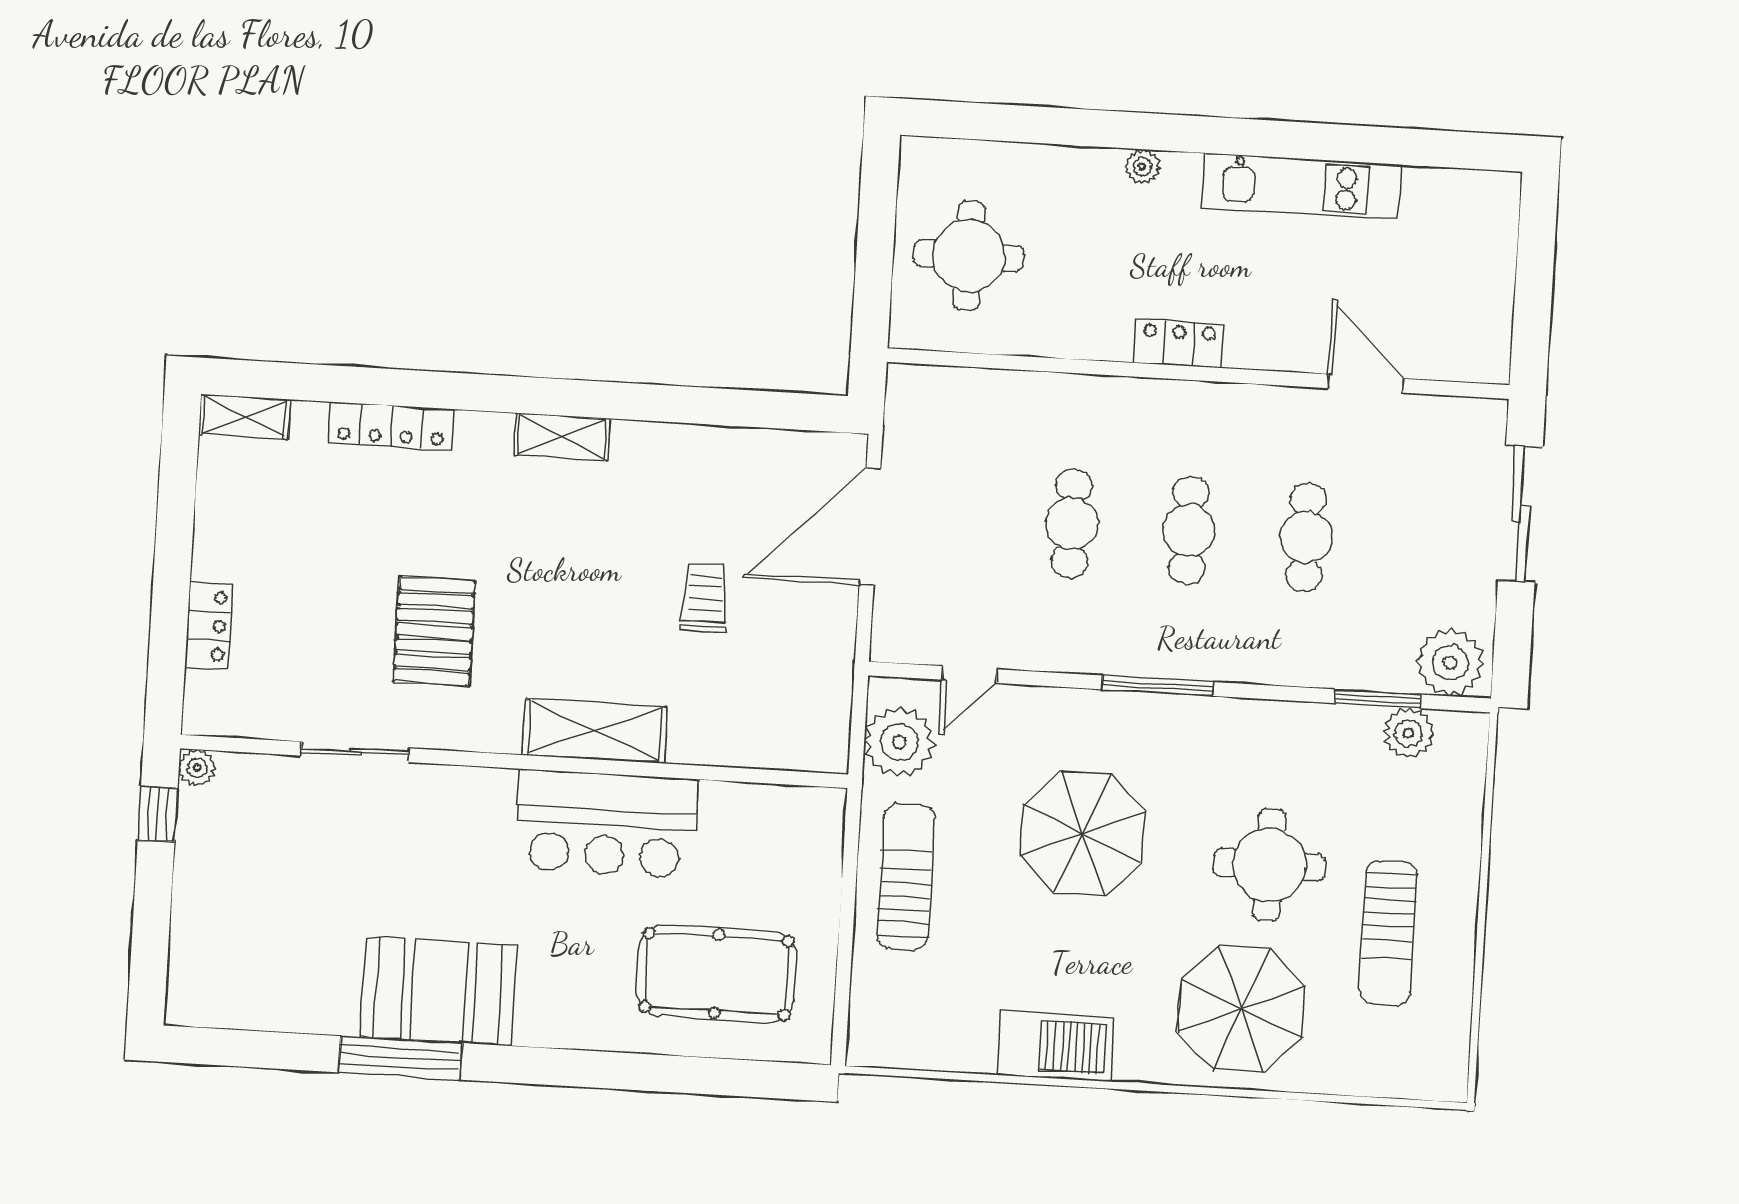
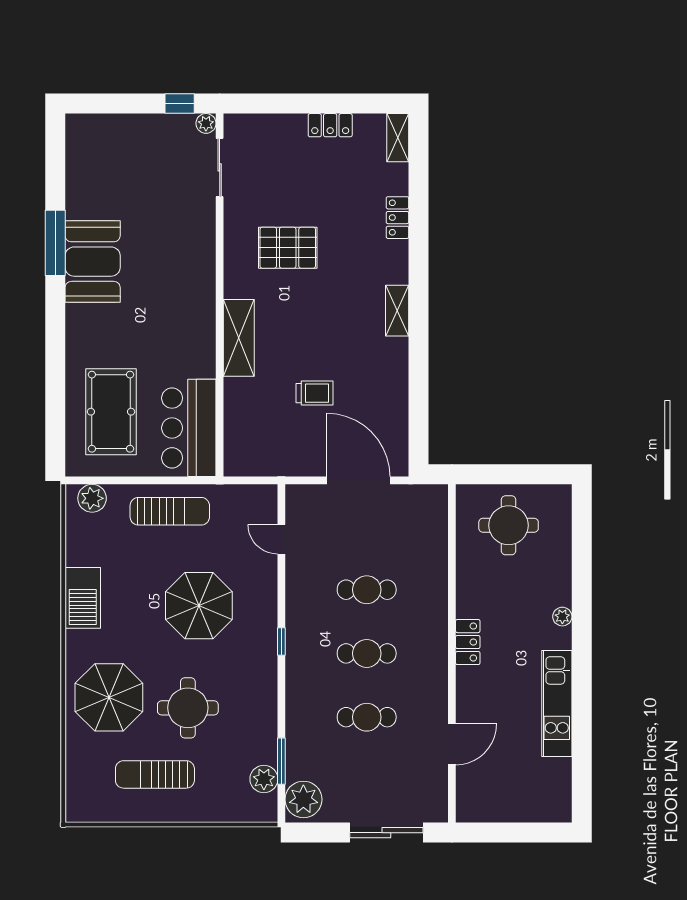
locker: (391, 426) -> (397, 218), width x0.66
locker: (209, 626) -> (330, 125), moved
window: (1158, 686) -> (281, 642), width x0.46
plant: (899, 742) -> (92, 498), moved, width x0.73, depth x0.73
sliding door: (355, 752) -> (220, 167), moved
bar counter: (606, 824) -> (189, 428), moved

